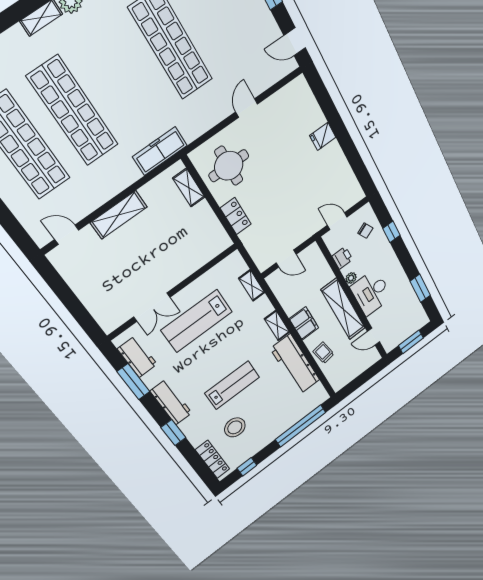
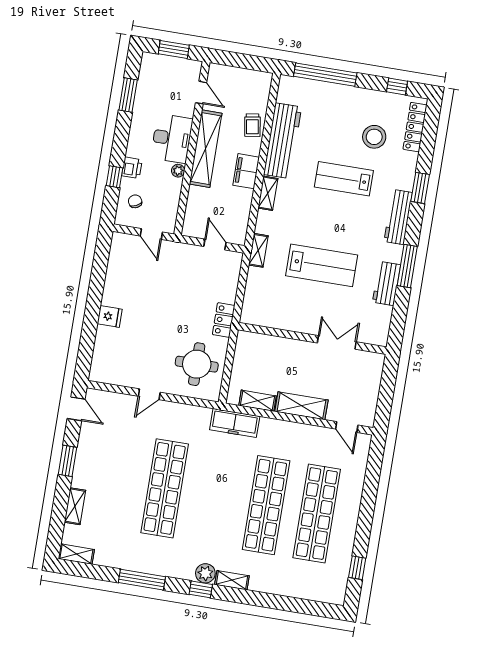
shelving: (189, 188) -> (257, 401), moved, turned 90
printer: (342, 258) -> (132, 168), moved, turned 180
wall: (173, 292) -> (312, 338), moved
double door: (152, 307) -> (337, 342), moved

